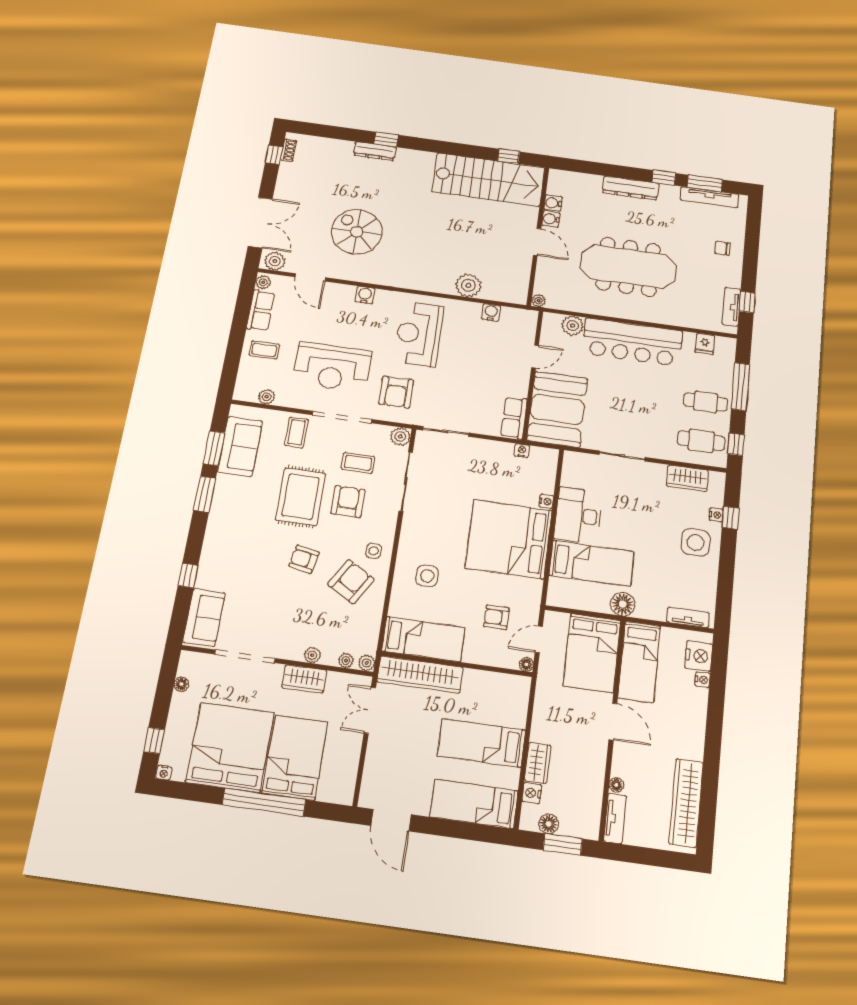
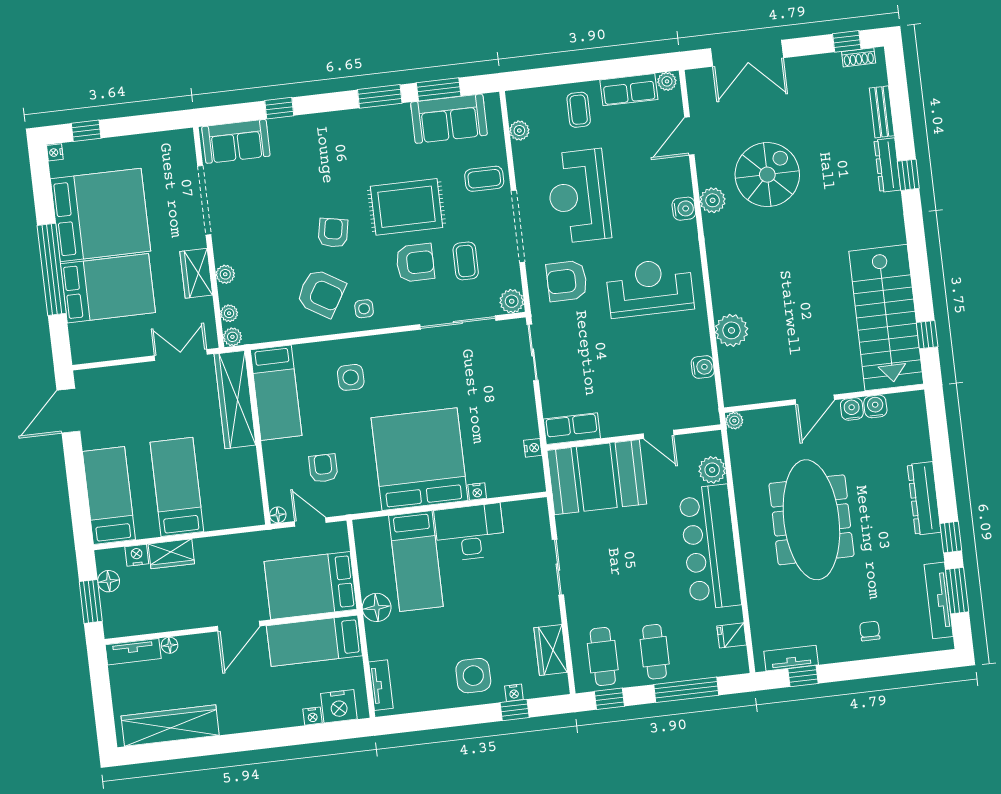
bench: (334, 145) -> (882, 112), added
plant: (275, 261) -> (713, 200), moved
floor lamp: (181, 684) -> (155, 140), removed

